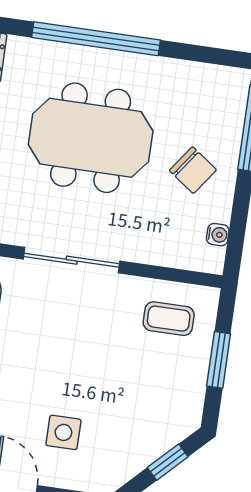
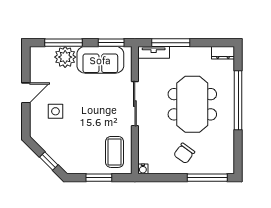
water cooler: (218, 235) -> (143, 169), moved
coffee table: (169, 319) -> (115, 152), width x1.36, depth x1.30

